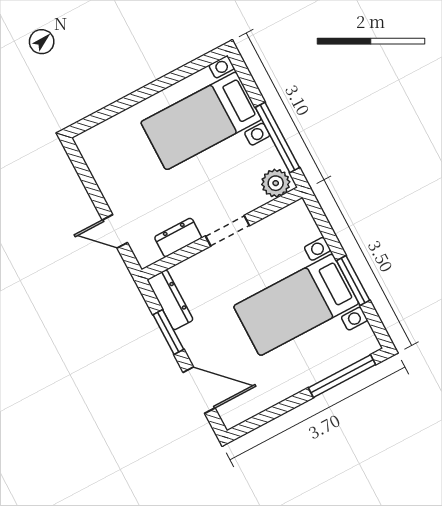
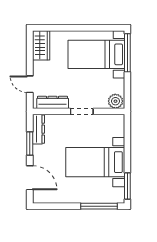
window: (277, 137) -> (127, 53), moved
wardrobe: (99, 155) -> (41, 45), added
dresser: (178, 237) -> (53, 102), width x1.44
window: (353, 281) -> (127, 186), moved

